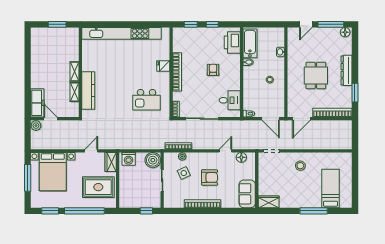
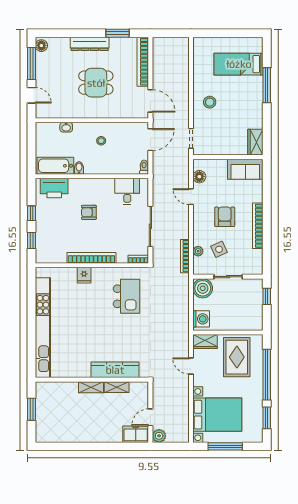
freezer: (37, 103) -> (136, 434), width x0.71

